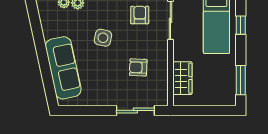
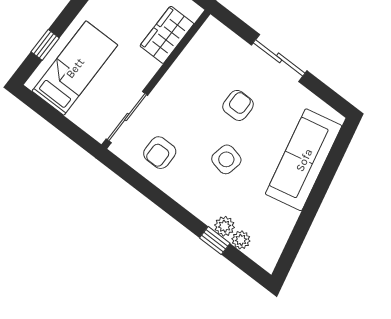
armchair: (138, 67) -> (238, 105), moved, turned -92
sliding door: (135, 110) -> (279, 58), moved

